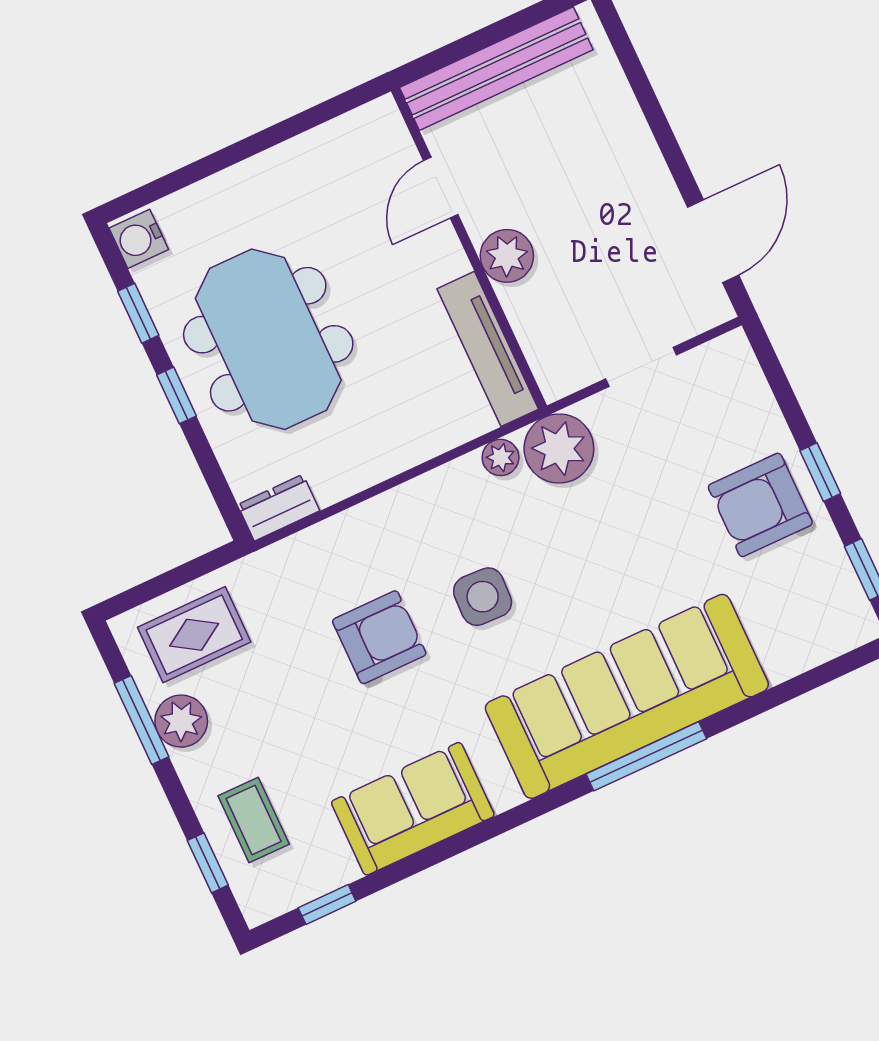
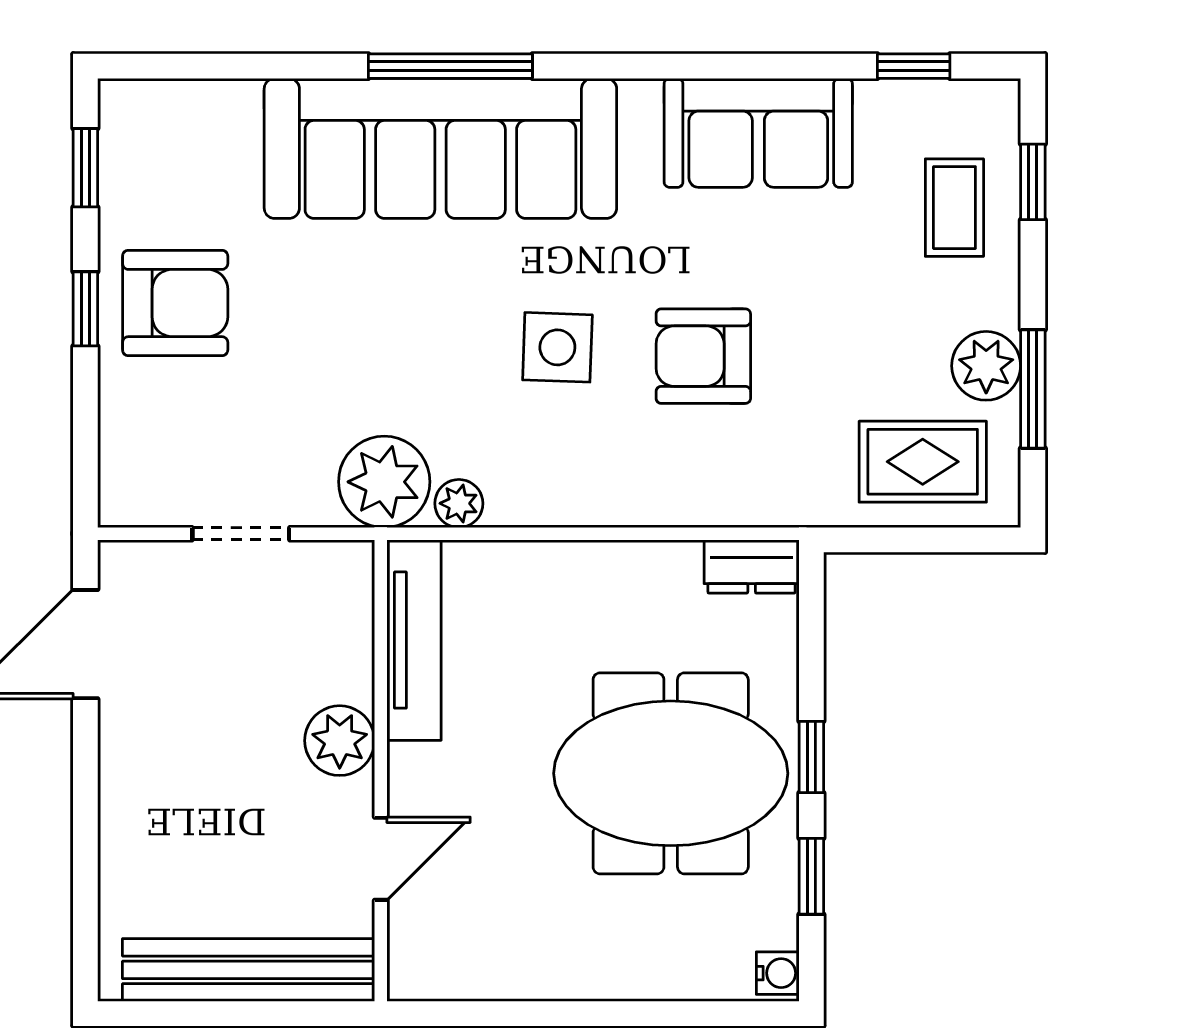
water cooler: (139, 239) -> (778, 973), width x0.72, depth x0.72
meeting table: (268, 339) -> (671, 773), turned 90

